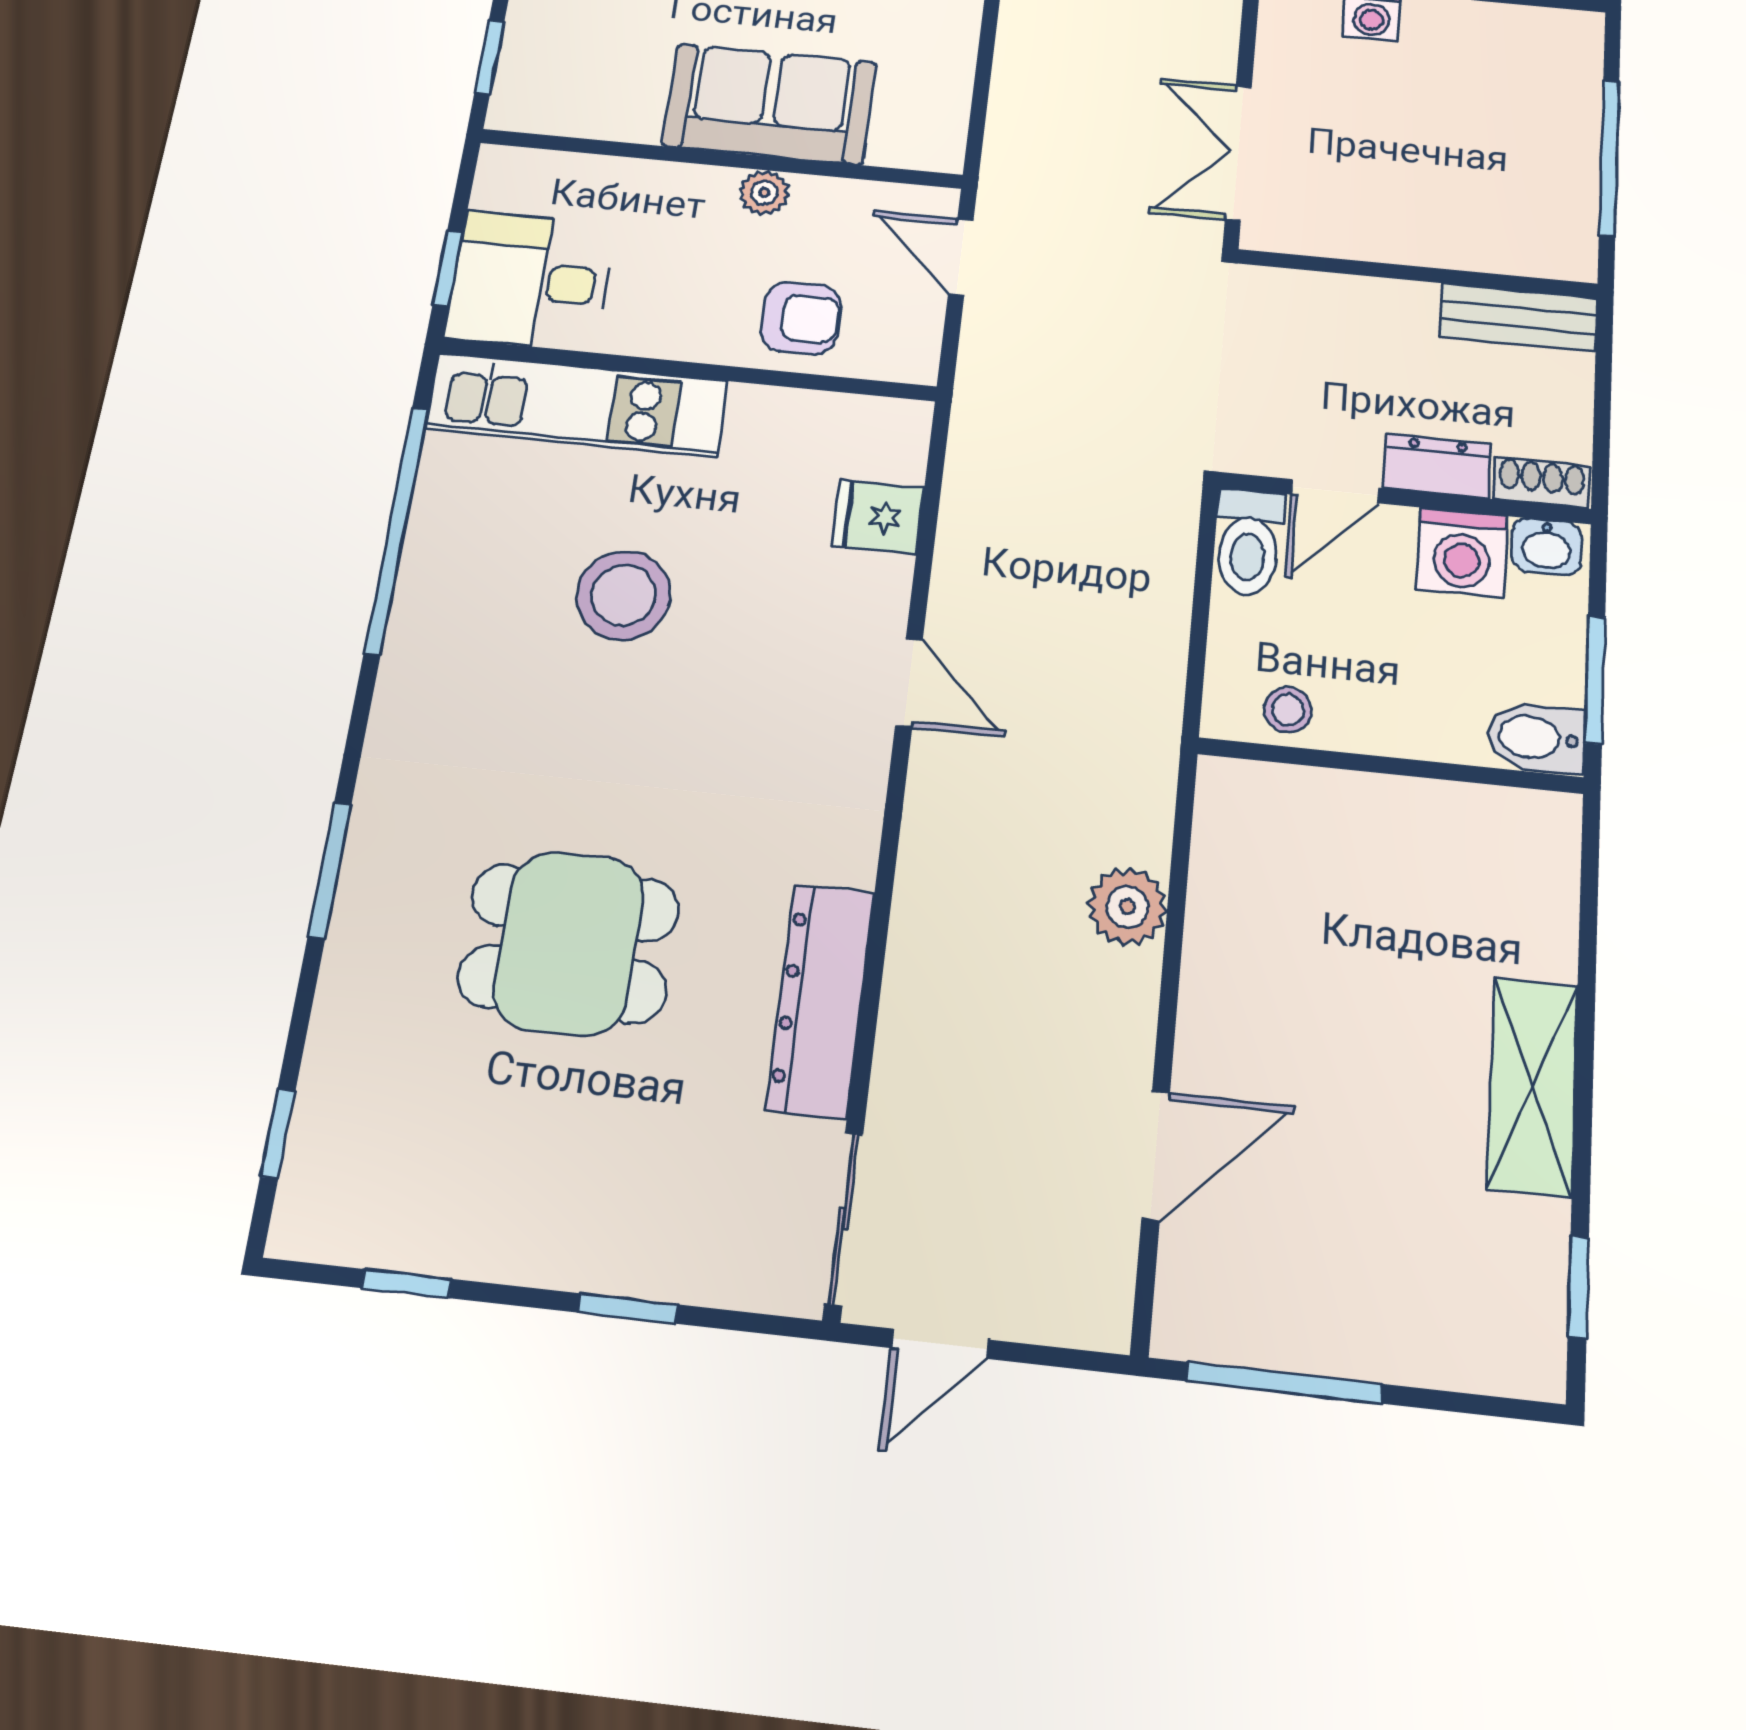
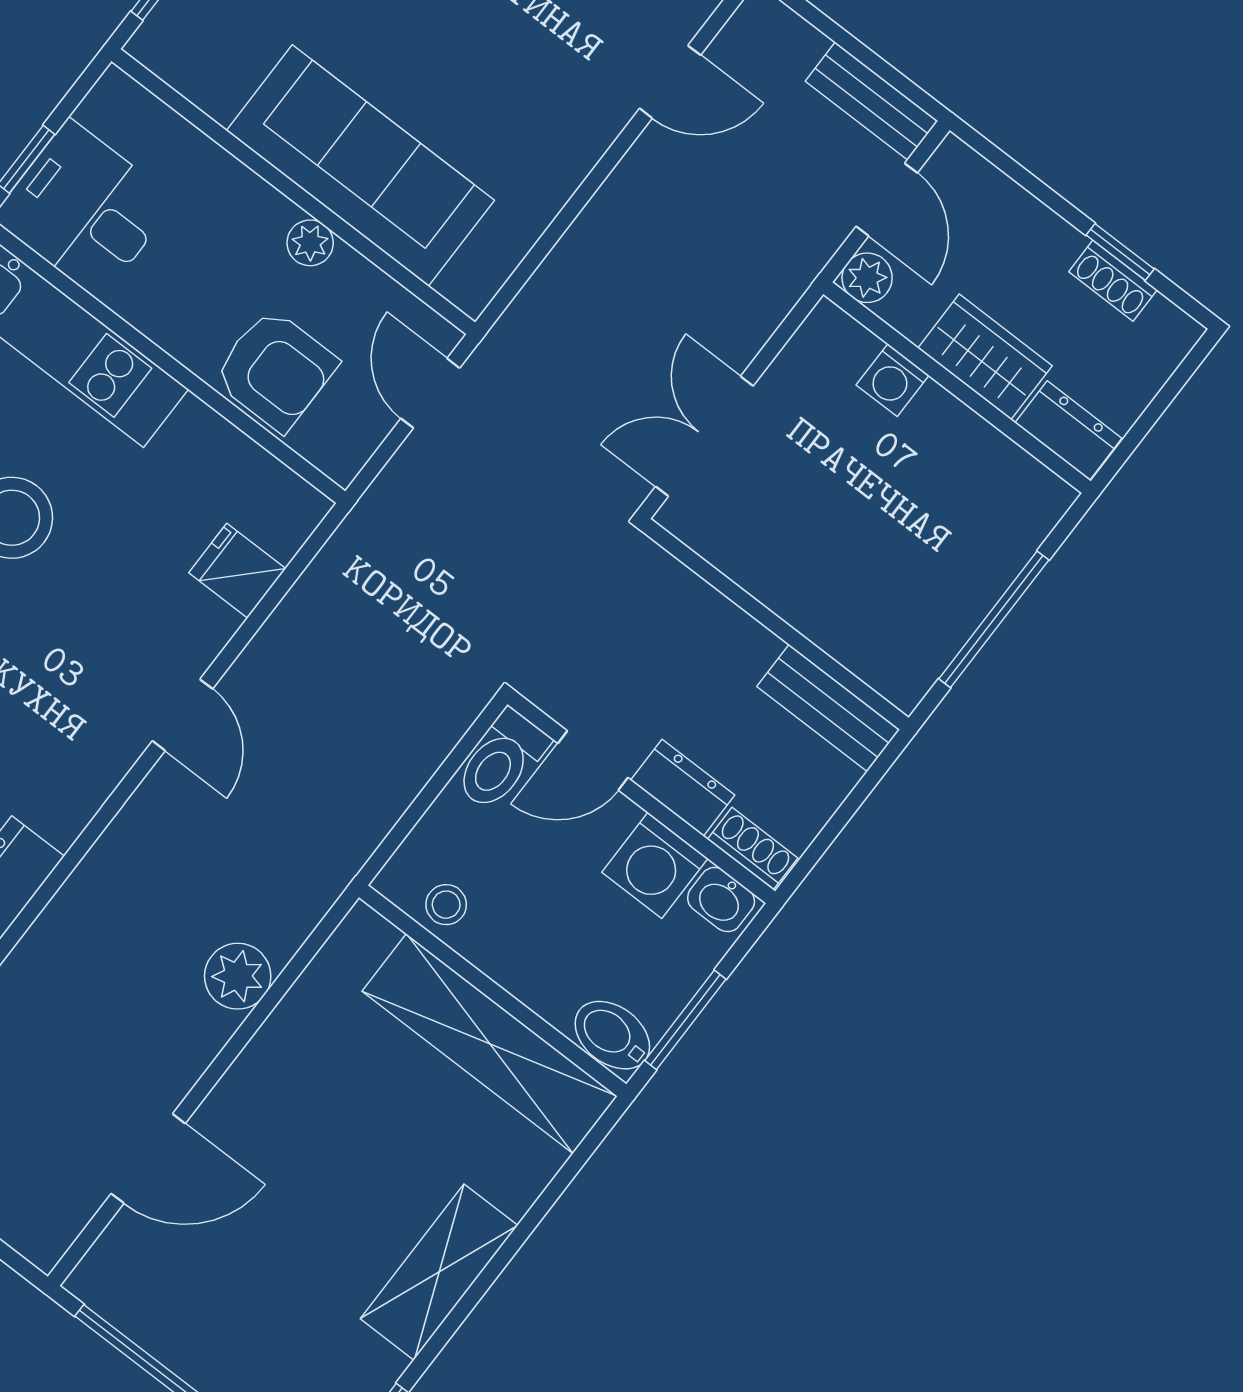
sofa: (770, 104) -> (360, 165), width x1.36
armchair: (801, 318) -> (275, 370), width x1.38, depth x1.38
shelving: (1423, 819) -> (490, 1044), added

